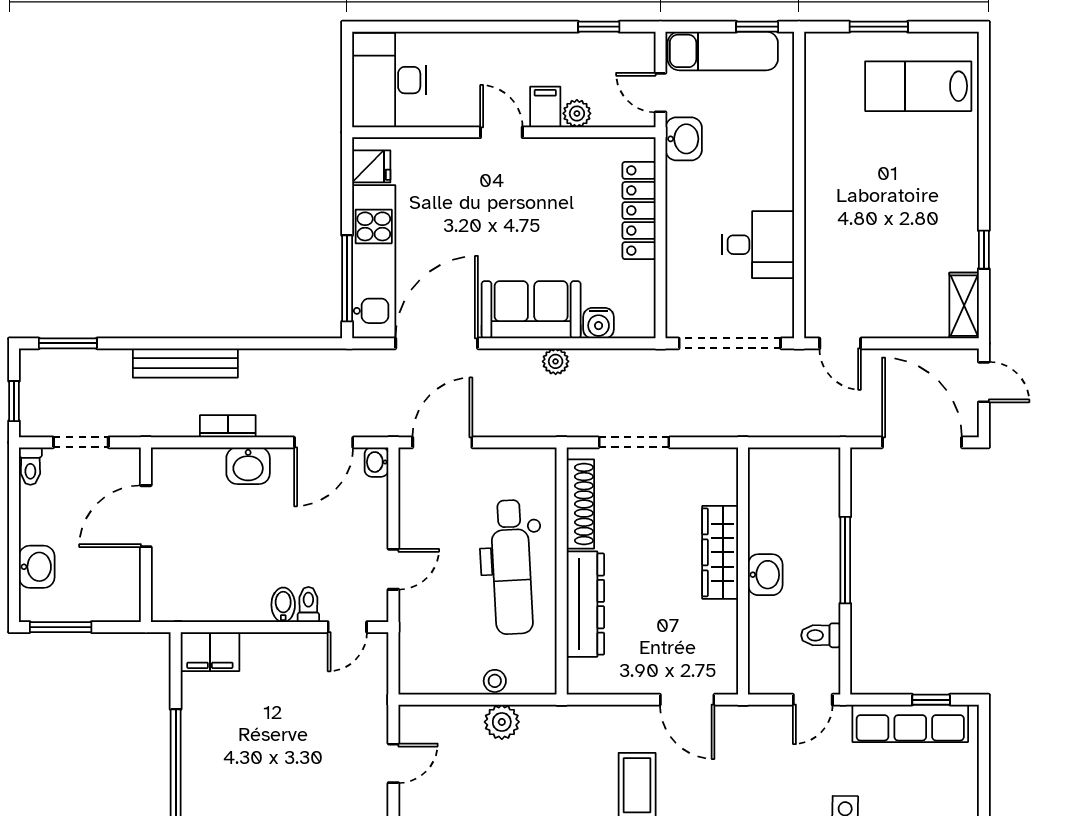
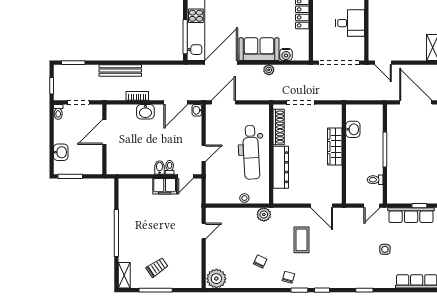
washbasin: (765, 575) -> (353, 129), moved
filing cabinet: (210, 652) -> (165, 186), moved
plant: (502, 722) -> (264, 214), moved

